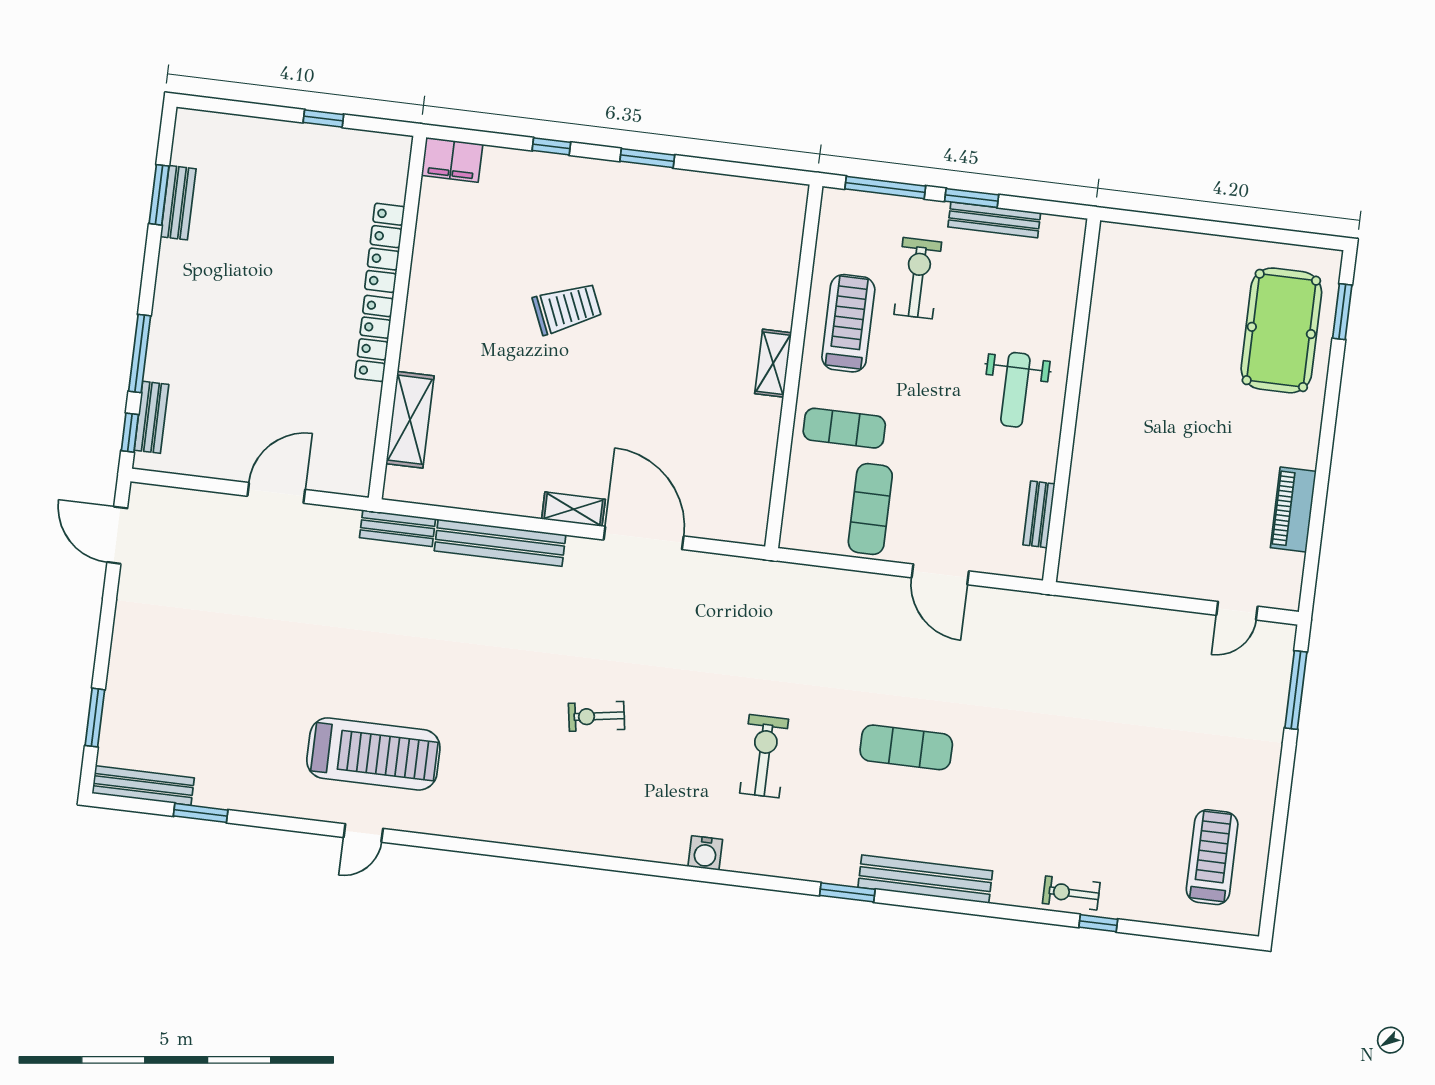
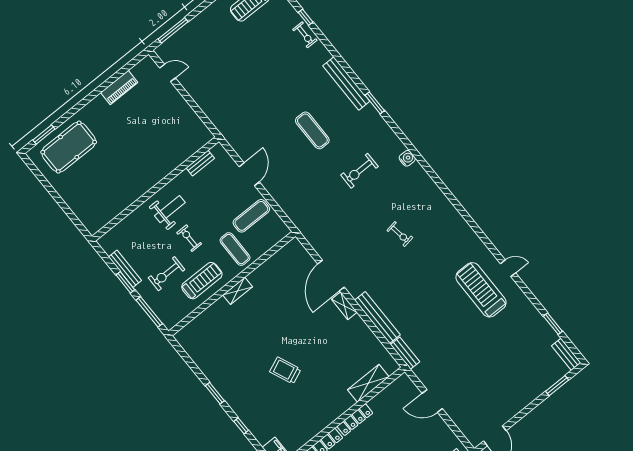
treadmill: (848, 323) -> (202, 281), turned 180
exercise bike: (937, 373) -> (189, 238), added
bench: (143, 786) -> (566, 354), width x0.73

